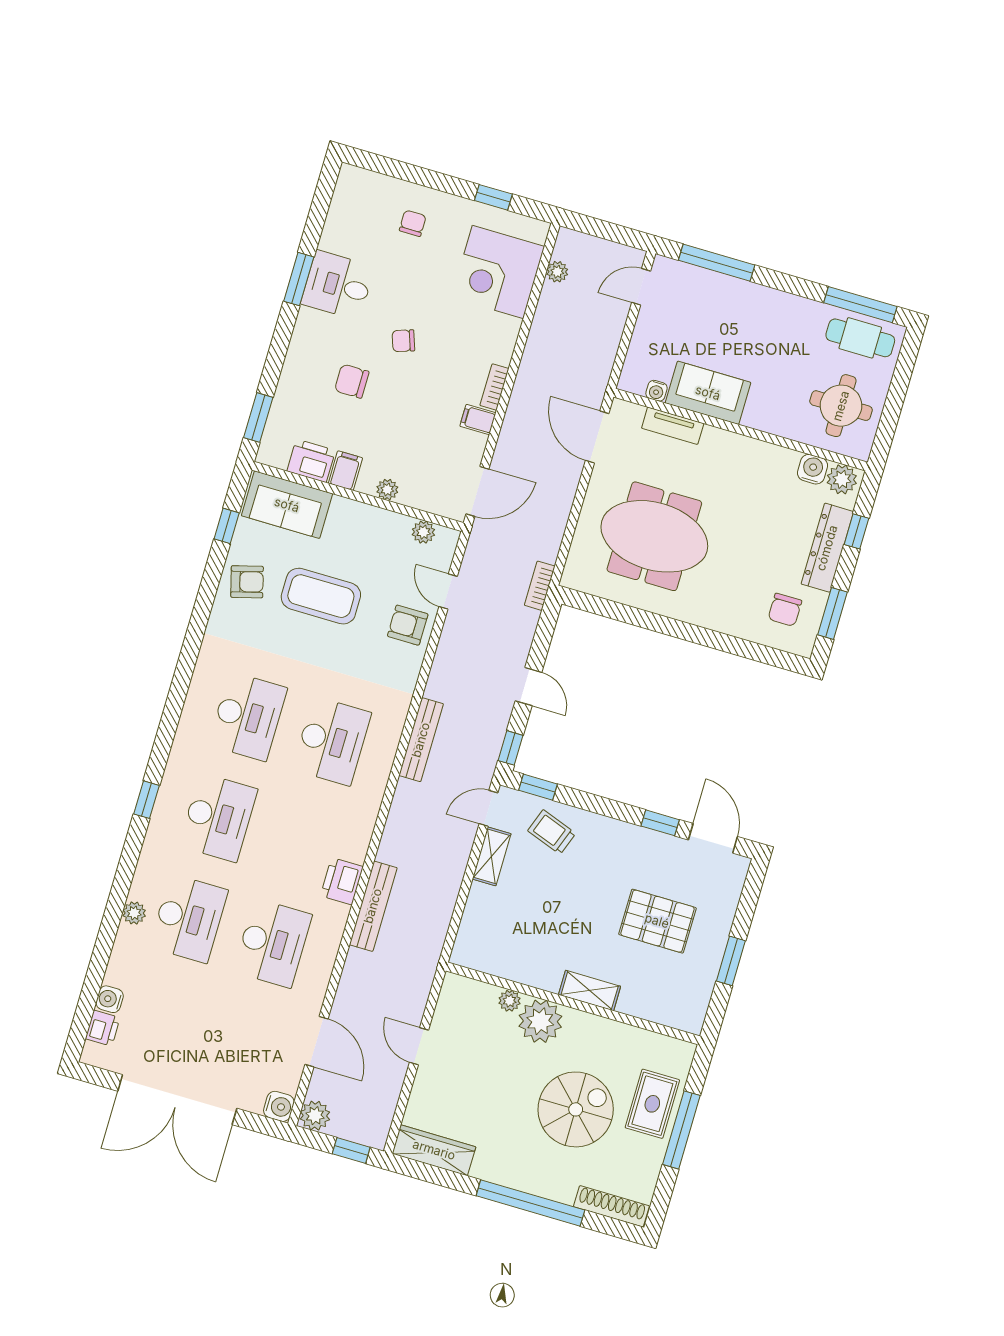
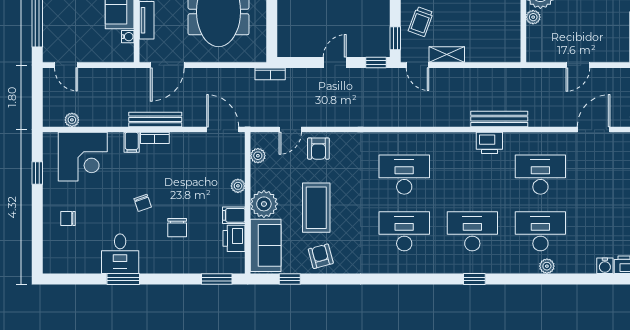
filing cabinet: (478, 420) -> (132, 142), moved
plant: (349, 520) -> (264, 204), added
bench: (421, 740) -> (155, 119), moved

